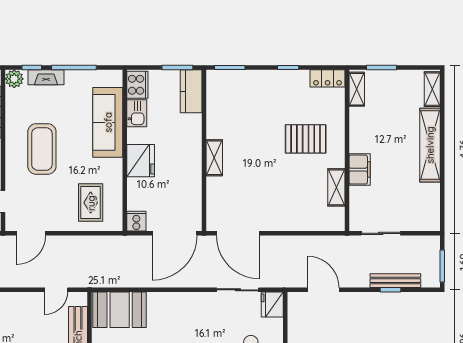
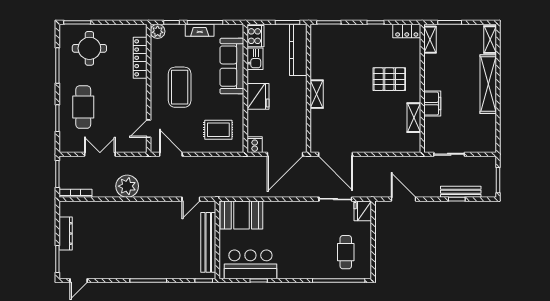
fireplace: (46, 77) -> (200, 30), moved
kitchen counter: (191, 91) -> (298, 50), width x1.50
rug: (91, 203) -> (218, 130), turned 90
door: (31, 233) -> (171, 154), swing flipped

